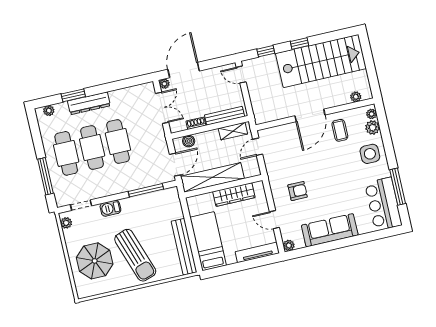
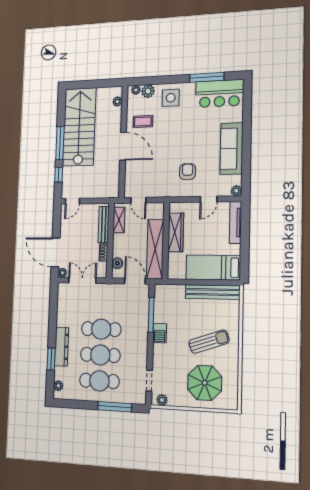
window: (300, 44) -> (60, 143), width x2.17
barbecue: (110, 208) -> (160, 333), moved
sun lounger: (135, 255) -> (209, 342), width x0.73, depth x0.75

